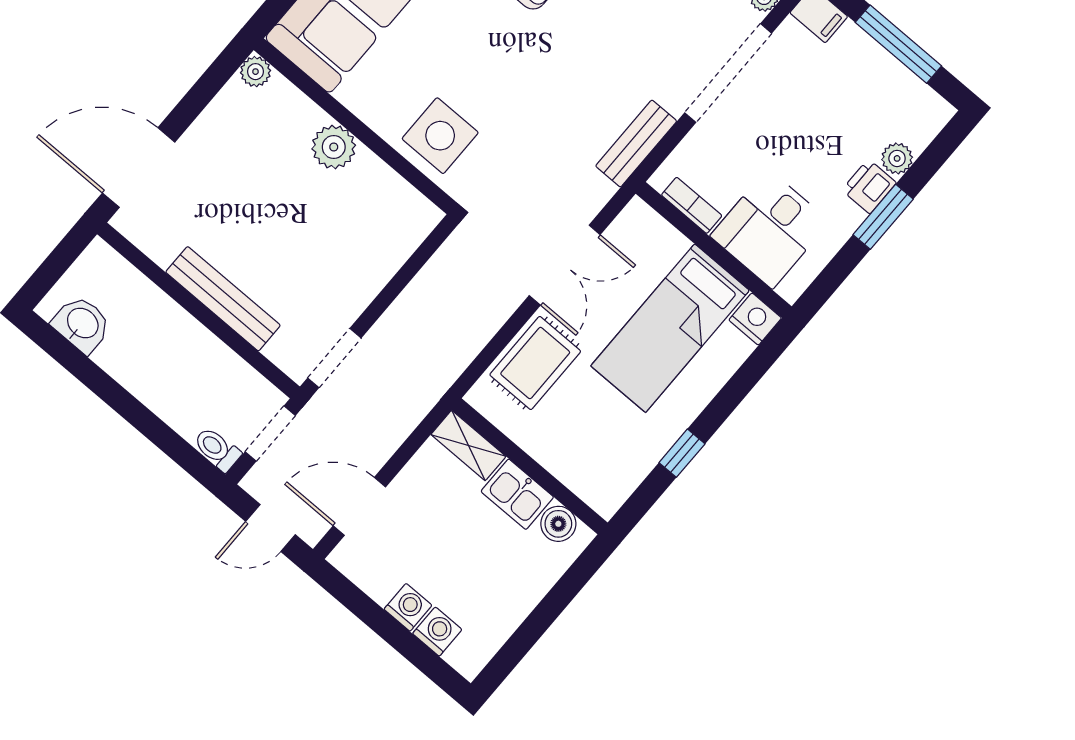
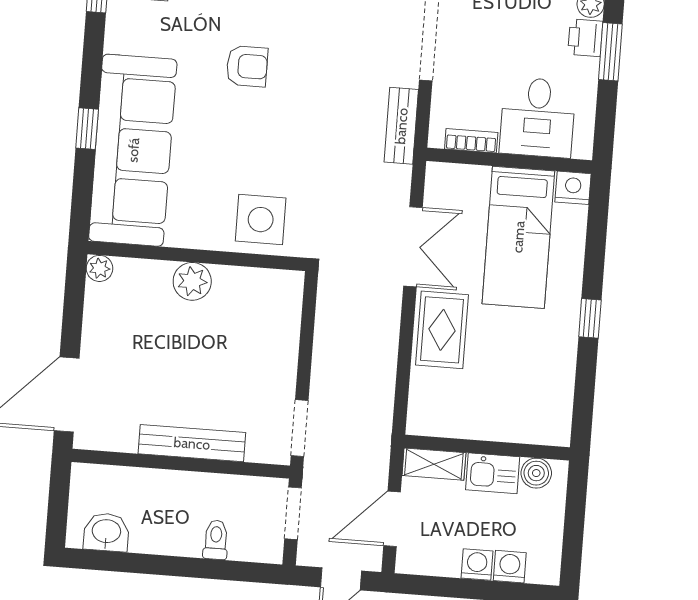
shelving: (468, 445) -> (434, 464), moved
toilet: (217, 449) -> (216, 540), moved, turned 90
wall: (530, 466) -> (487, 448), moved
kitchen sink: (517, 494) -> (493, 473), moved
boiler: (558, 524) -> (536, 473), moved

